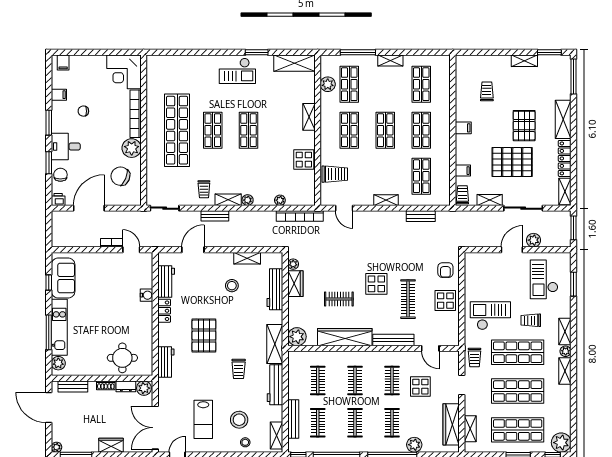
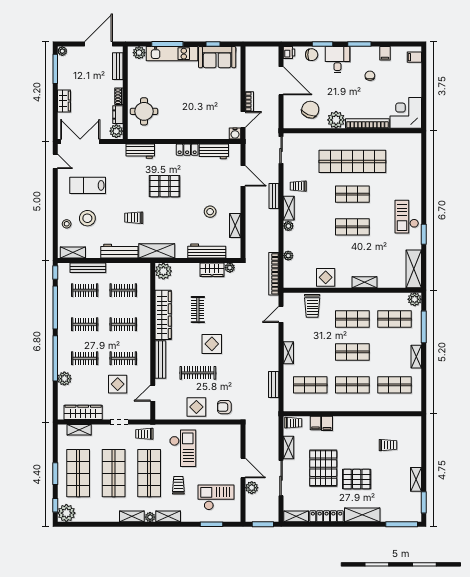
plant: (328, 84) -> (415, 299), moved
filing cabinet: (463, 128) -> (327, 423), moved
water cooler: (147, 295) -> (235, 134), moved

